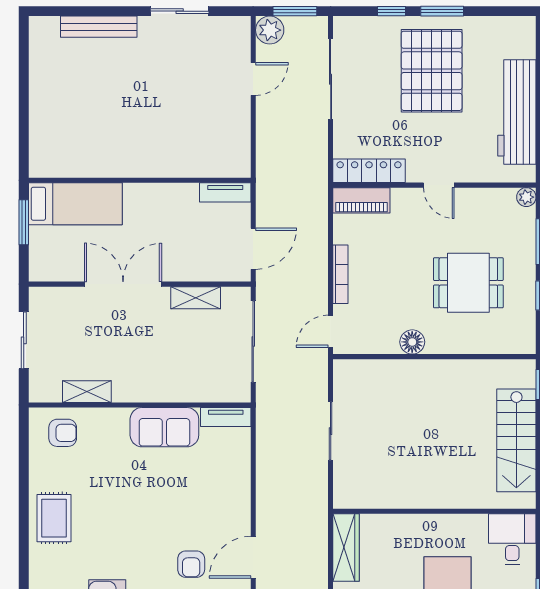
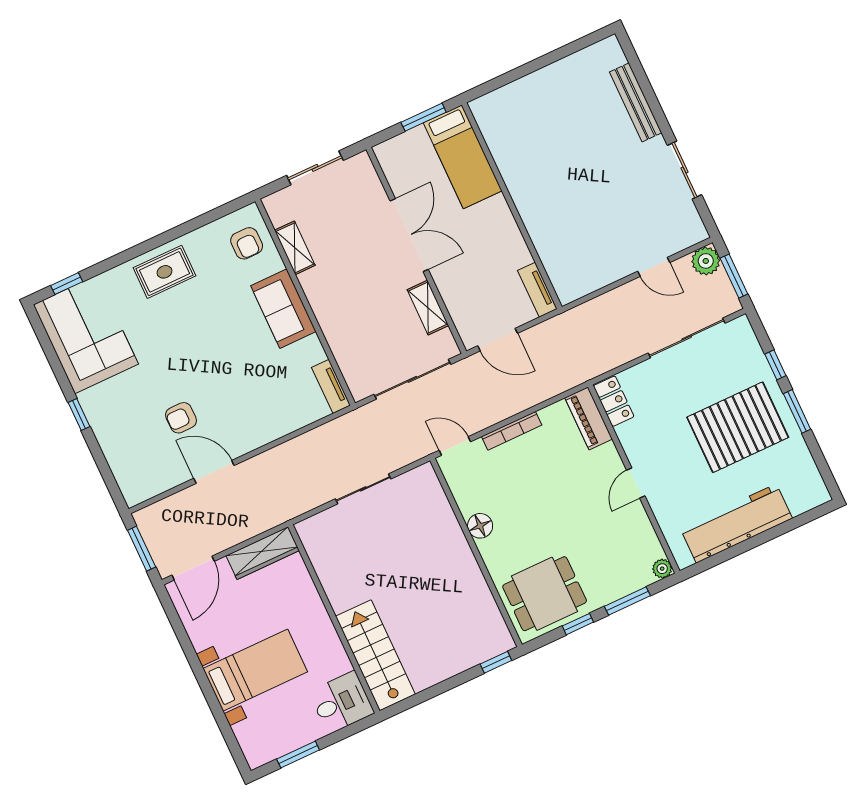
locker: (369, 171) -> (614, 401), width x0.66
dining table: (468, 283) -> (545, 594), moved, turned 90
sofa: (164, 427) -> (283, 309), moved
stairs: (516, 440) -> (375, 655), moved, turned 90

